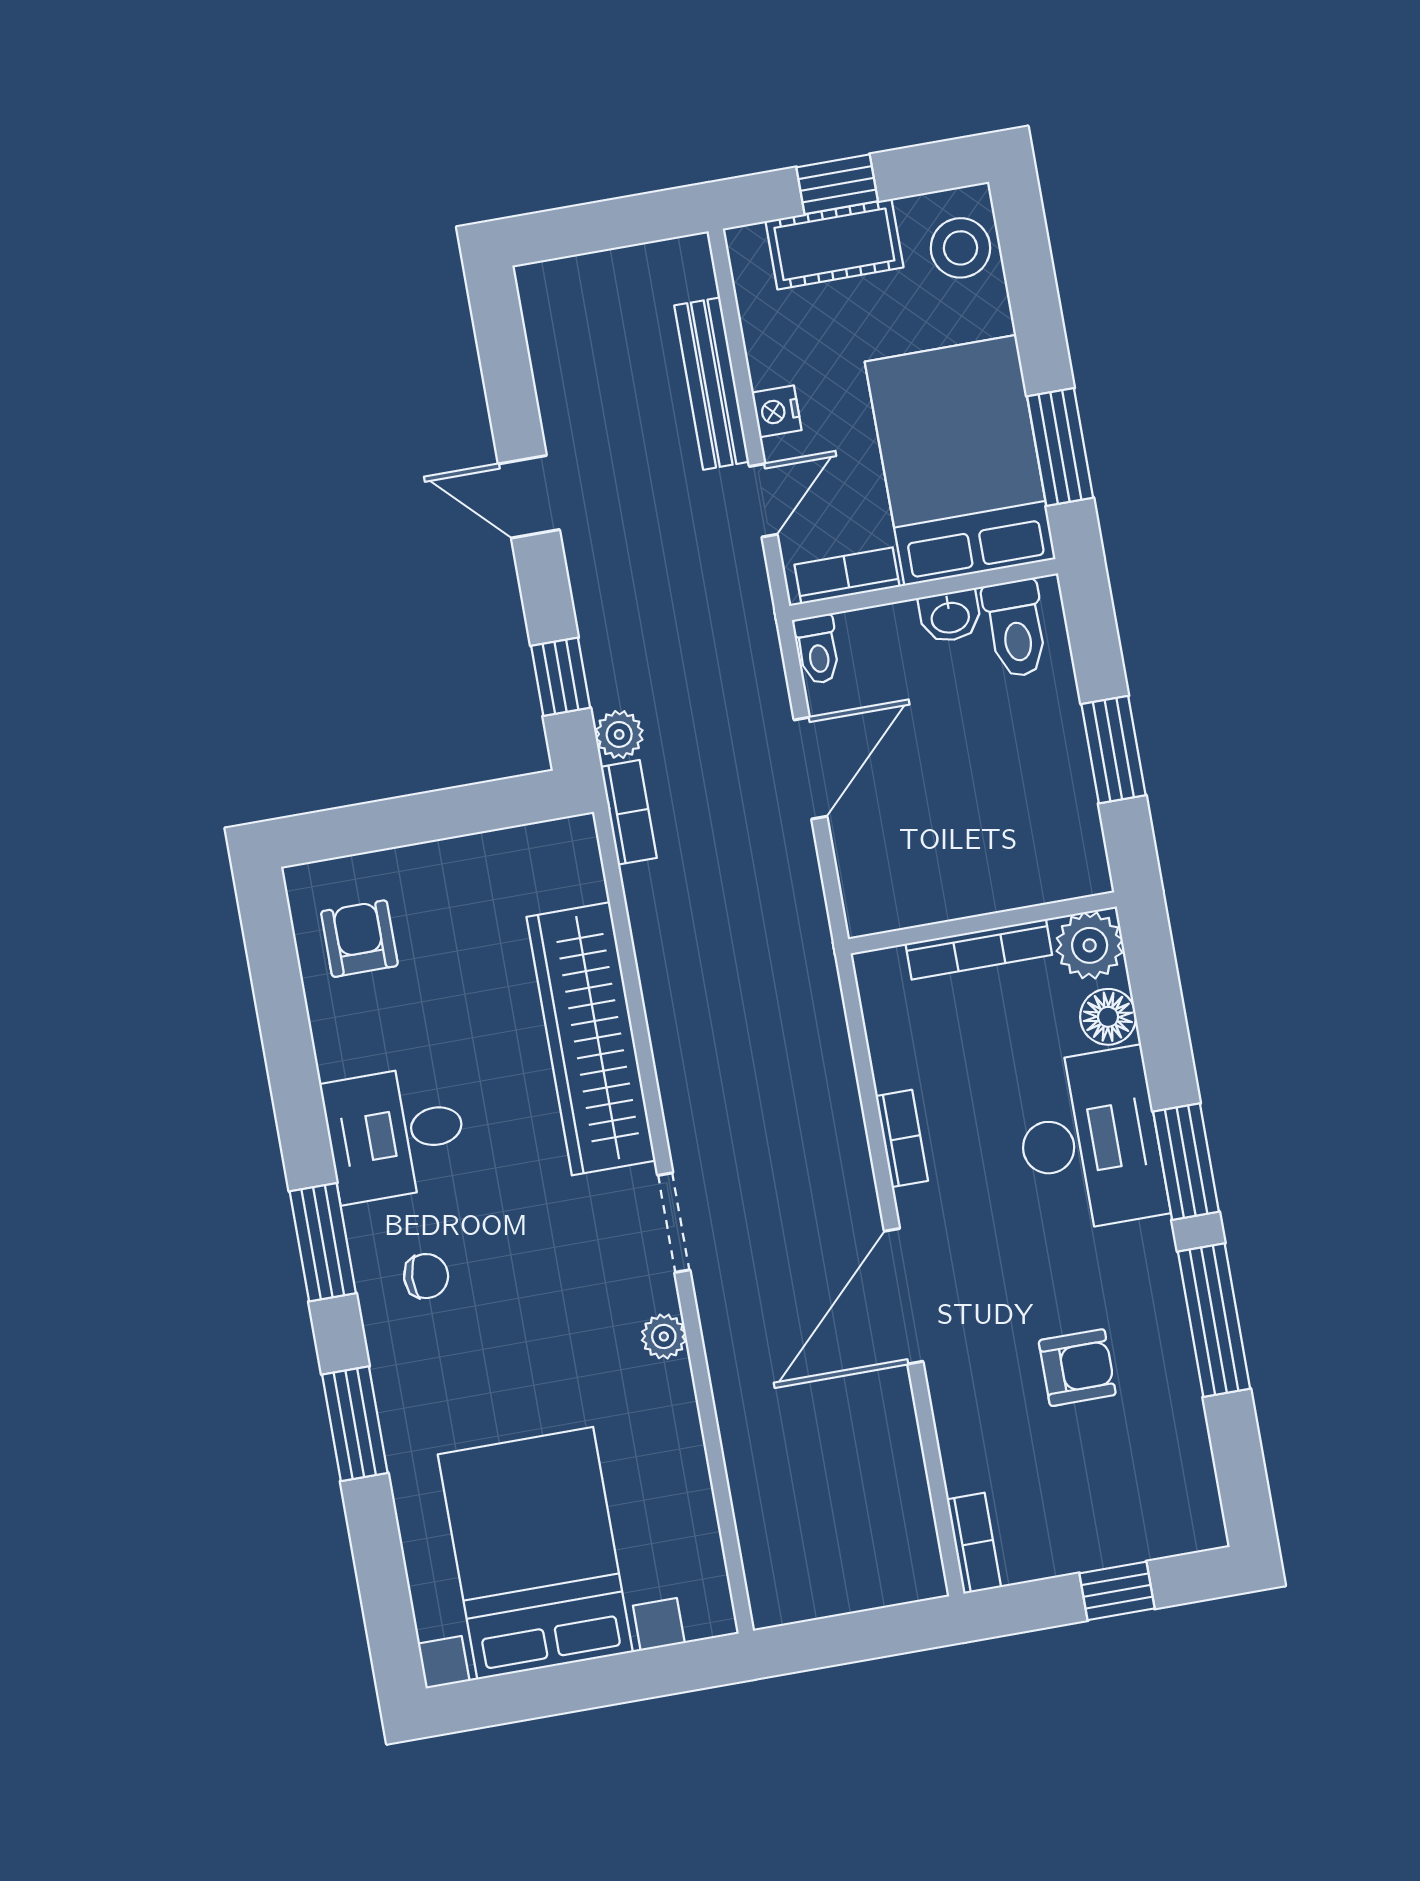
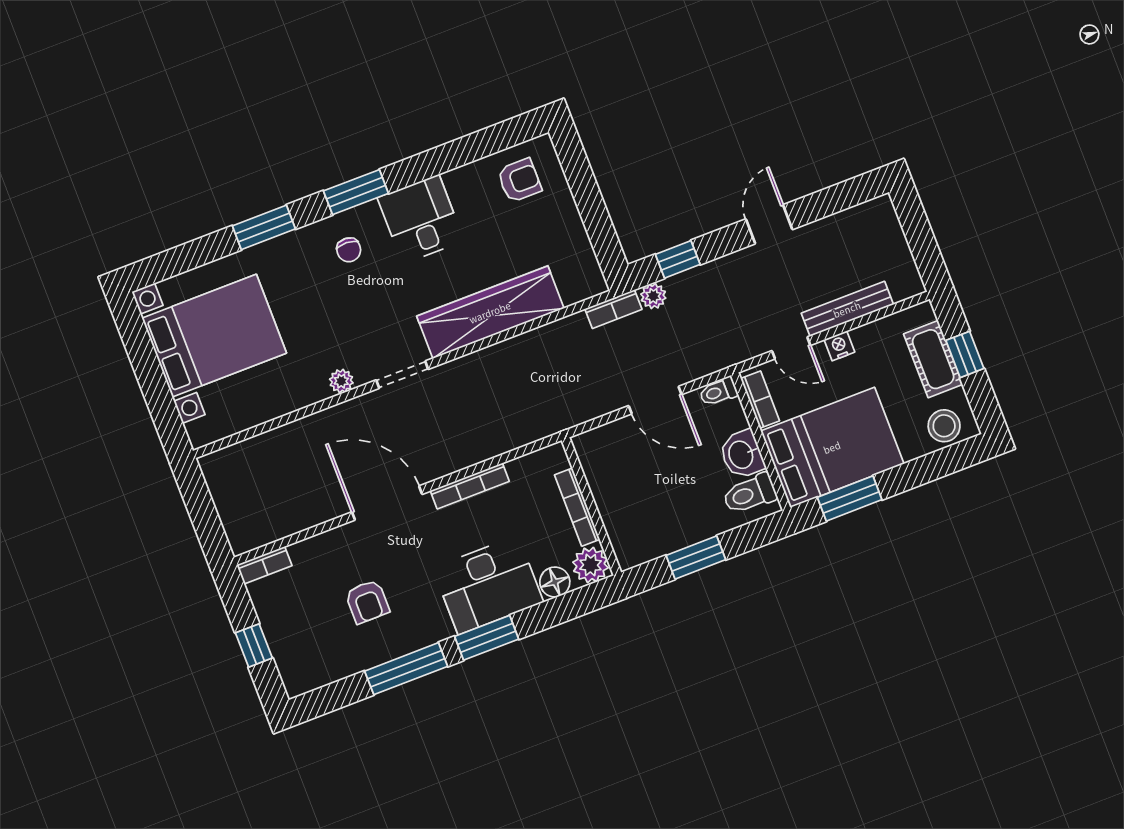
washbasin: (950, 616) -> (742, 454), width x1.38, depth x1.45
bookcase: (902, 1138) -> (470, 486), width x1.56

